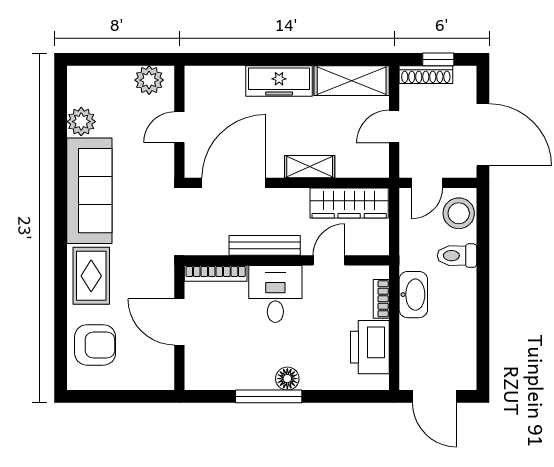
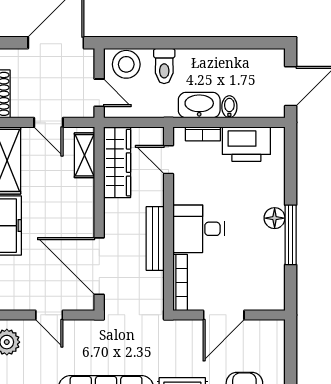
shelving: (310, 167) -> (84, 155), moved
door: (329, 260) -> (168, 160), moved
bidet: (411, 328) -> (229, 107), added

